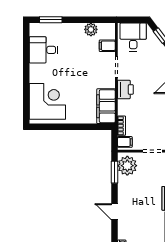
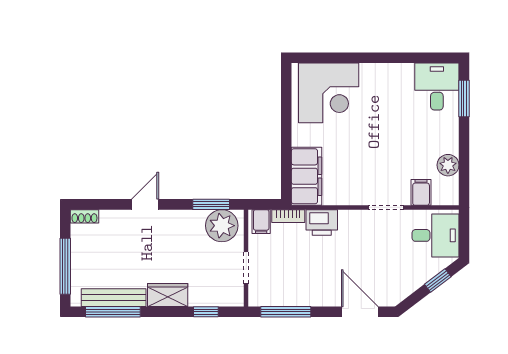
desk: (44, 50) -> (437, 86), moved
printer: (125, 89) -> (322, 222), moved
filing cabinet: (106, 106) -> (307, 176), moved, turned 90

